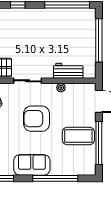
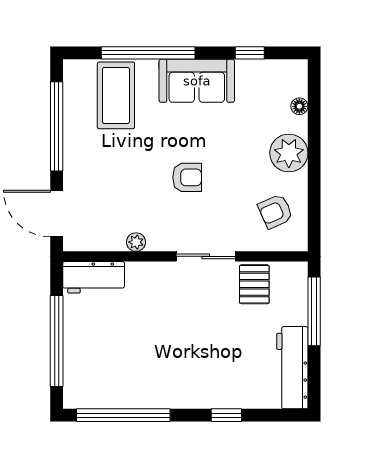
workbench: (68, 71) -> (94, 277), moved
armchair: (37, 119) -> (187, 177), width x0.53, depth x0.53
coffee table: (78, 136) -> (116, 95), moved, turned 90

